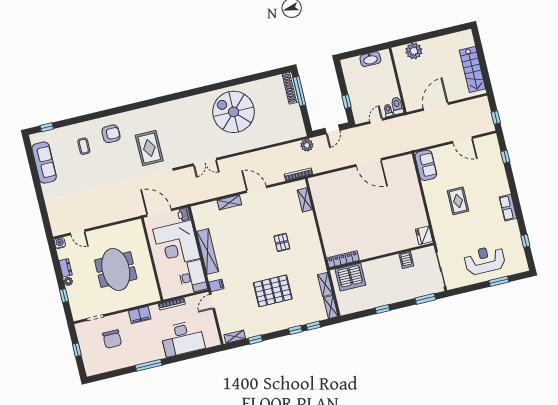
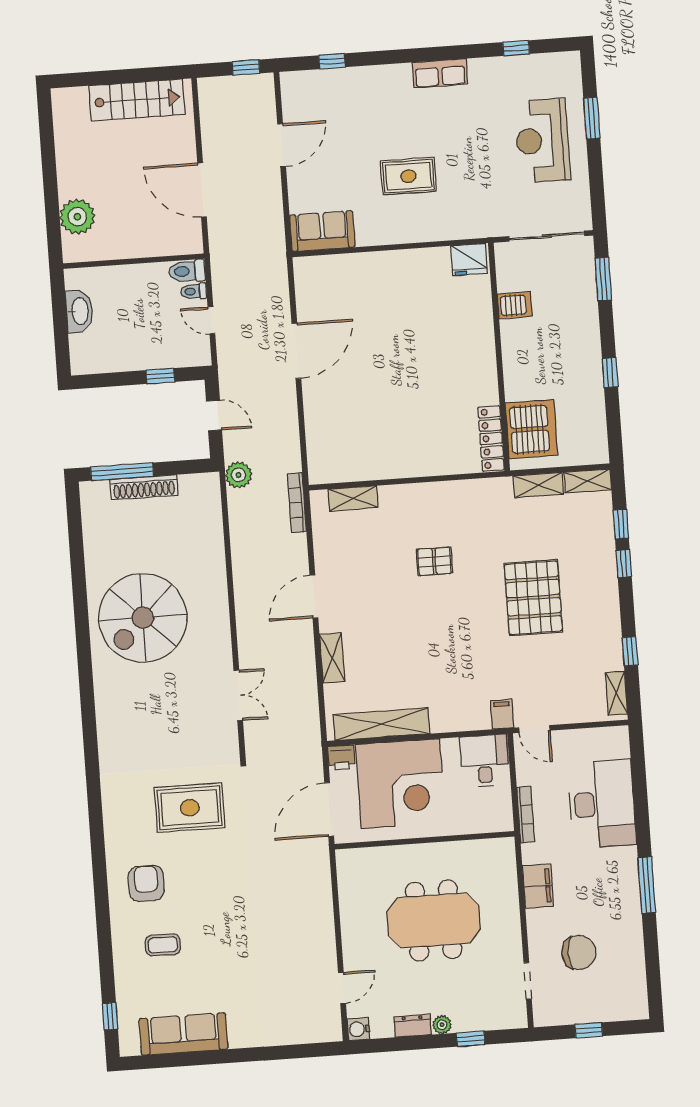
shoe rack: (290, 88) -> (144, 487), moved
shelving: (208, 252) -> (382, 724), moved
desk: (192, 277) -> (484, 761), width x0.73

